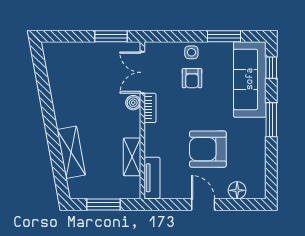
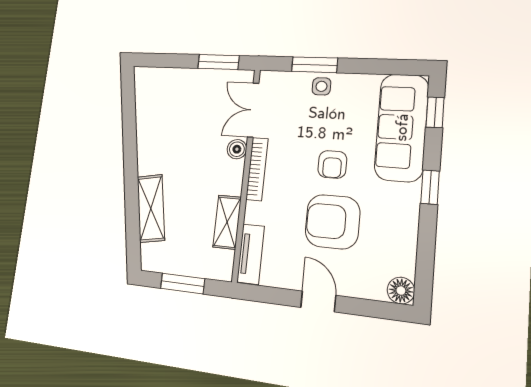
window: (224, 36) -> (315, 65), moved
armchair: (192, 78) -> (332, 164), moved
bookcase: (150, 108) -> (257, 169), width x1.56
window: (271, 120) -> (430, 187), width x0.67
floor lamp: (237, 190) -> (401, 291), moved

